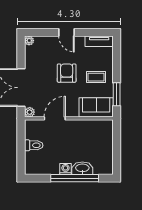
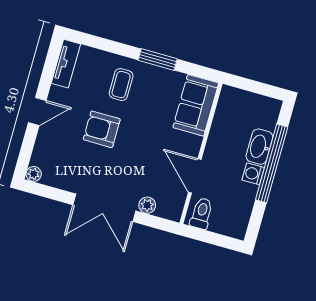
sofa: (96, 107) -> (196, 105), moved
door: (55, 118) -> (195, 176), moved
wall: (69, 118) -> (201, 153), moved

